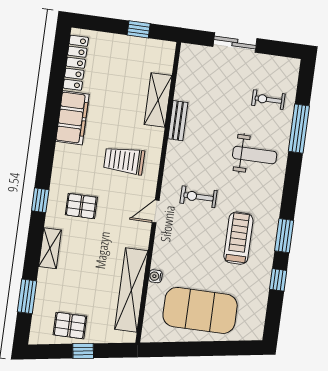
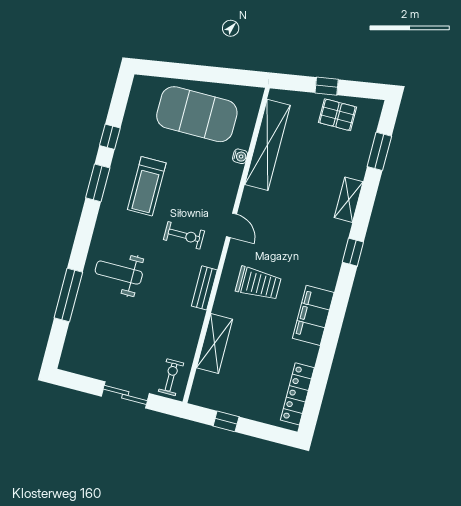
exercise bike: (268, 100) -> (171, 377), moved, turned -90
filing cabinet: (72, 118) -> (313, 315), moved
bench: (178, 121) -> (204, 288), moved
pallet: (81, 206) -> (310, 241), removed
door: (156, 211) -> (231, 225), hinge flipped

